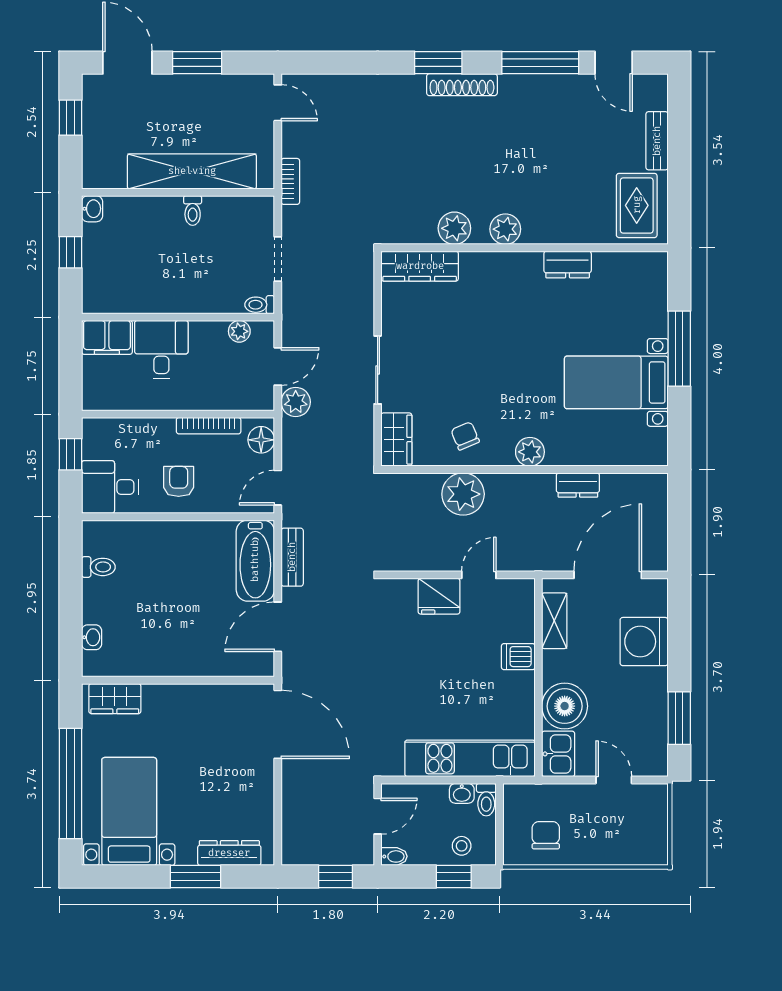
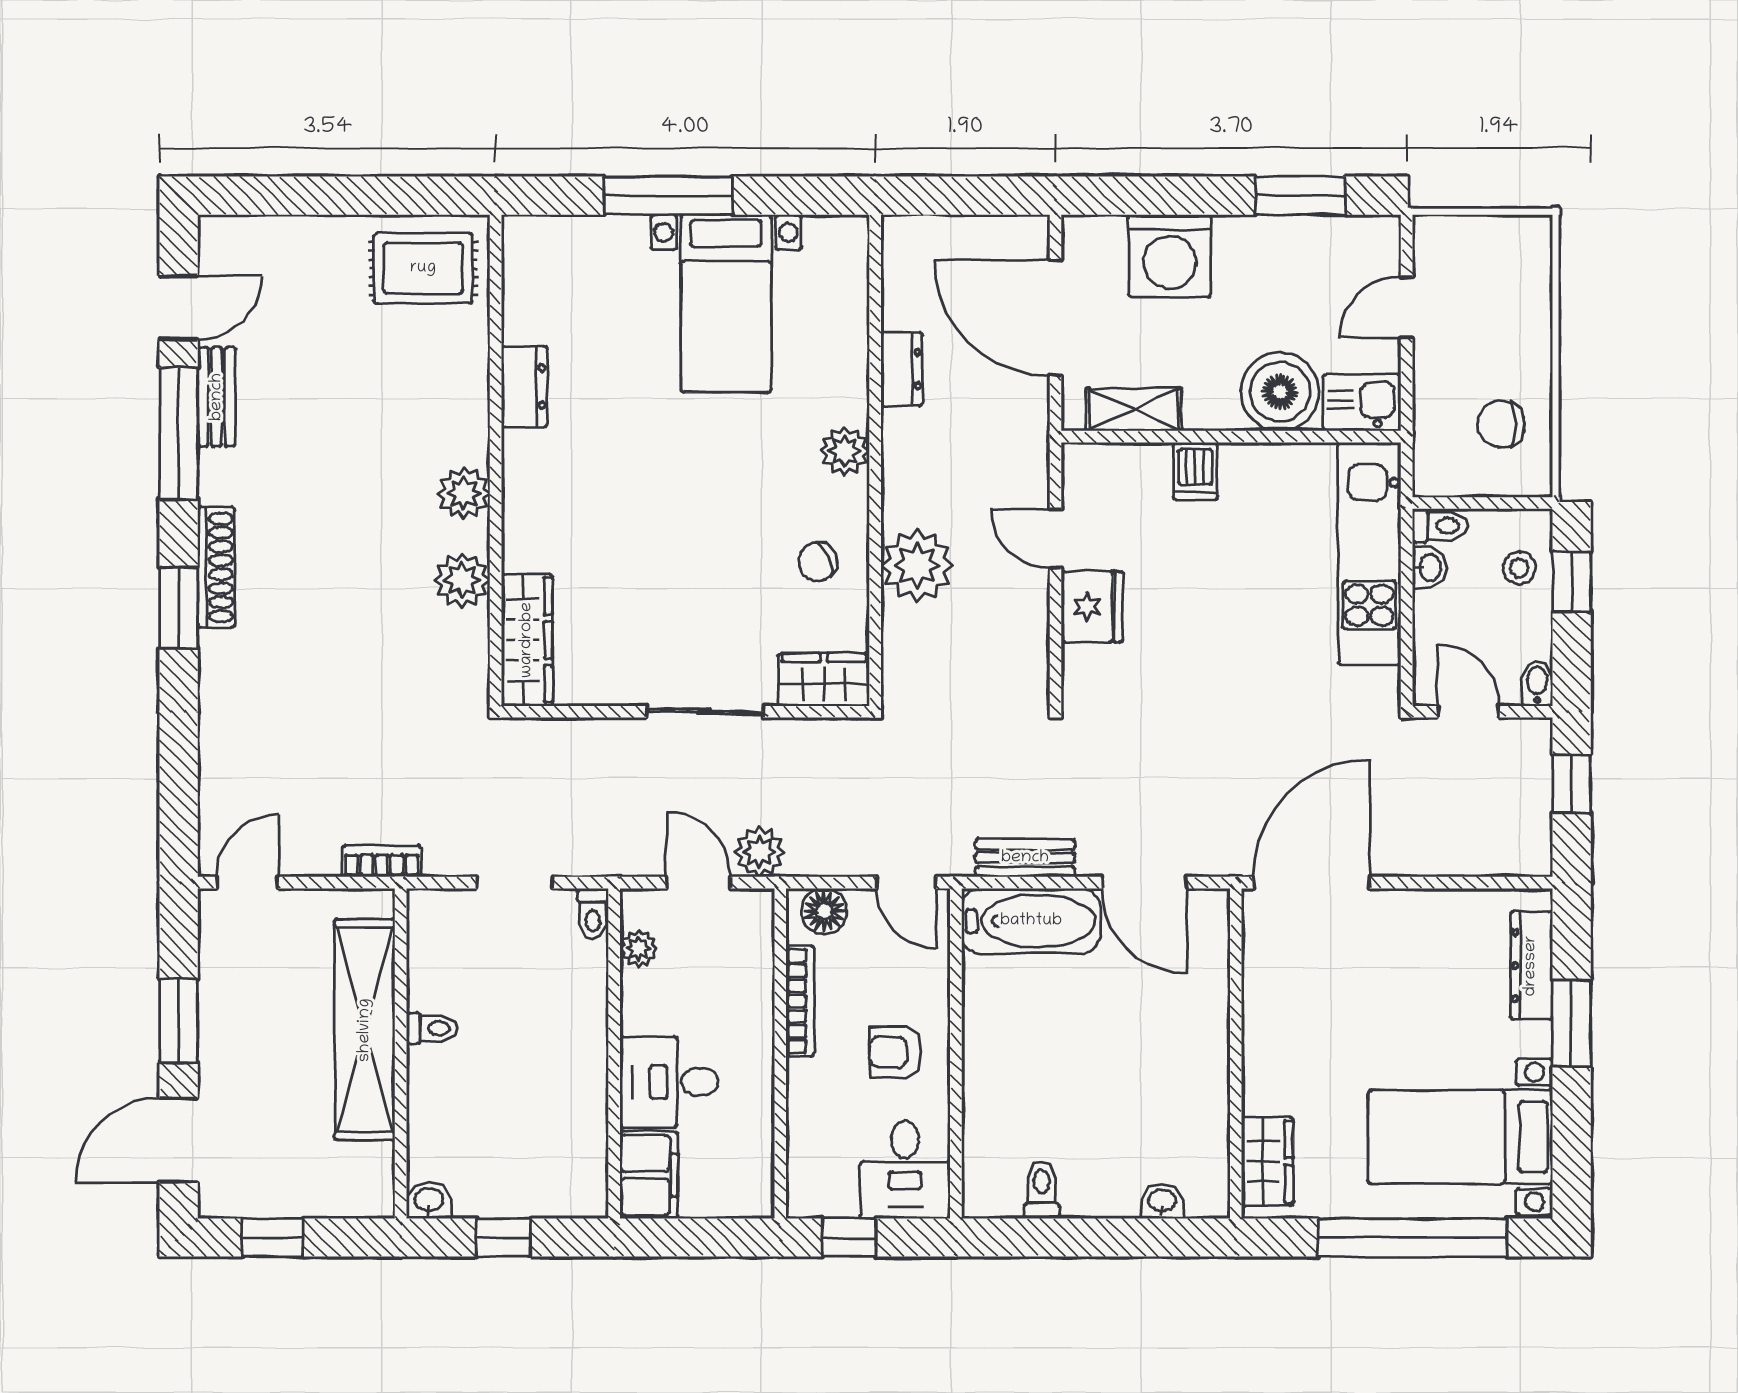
bench: (657, 141) -> (217, 397), moved, turned 90

